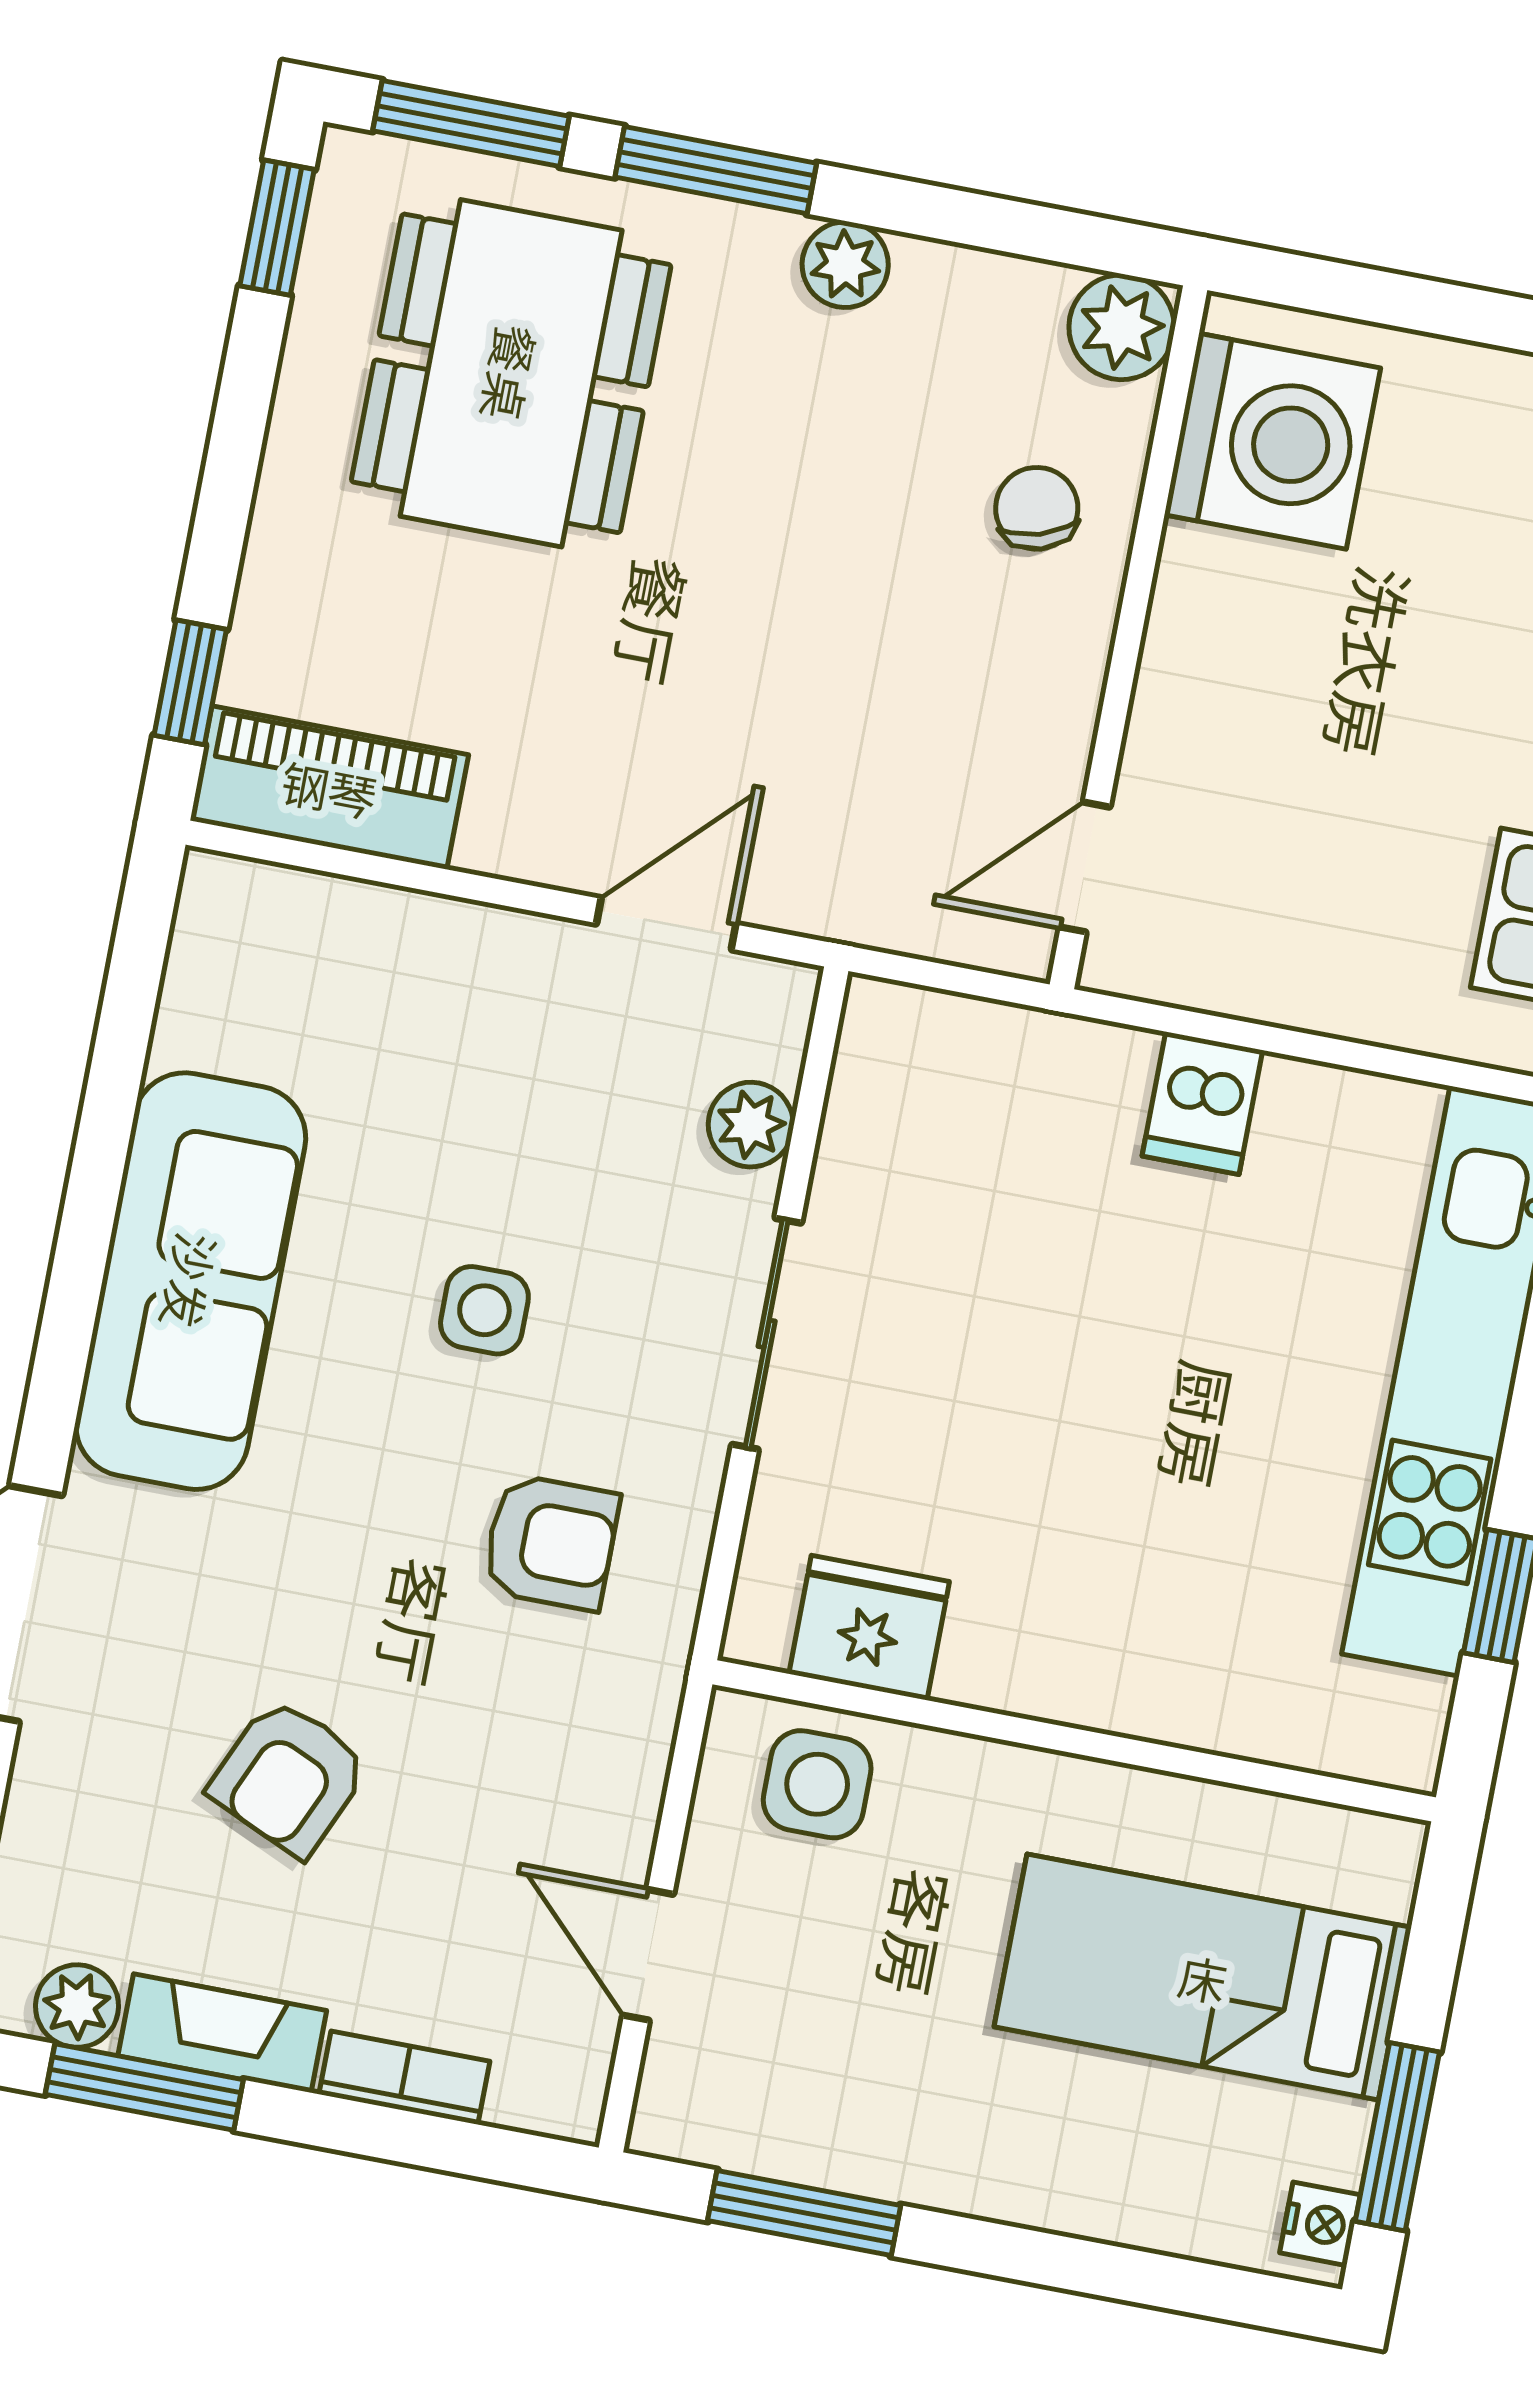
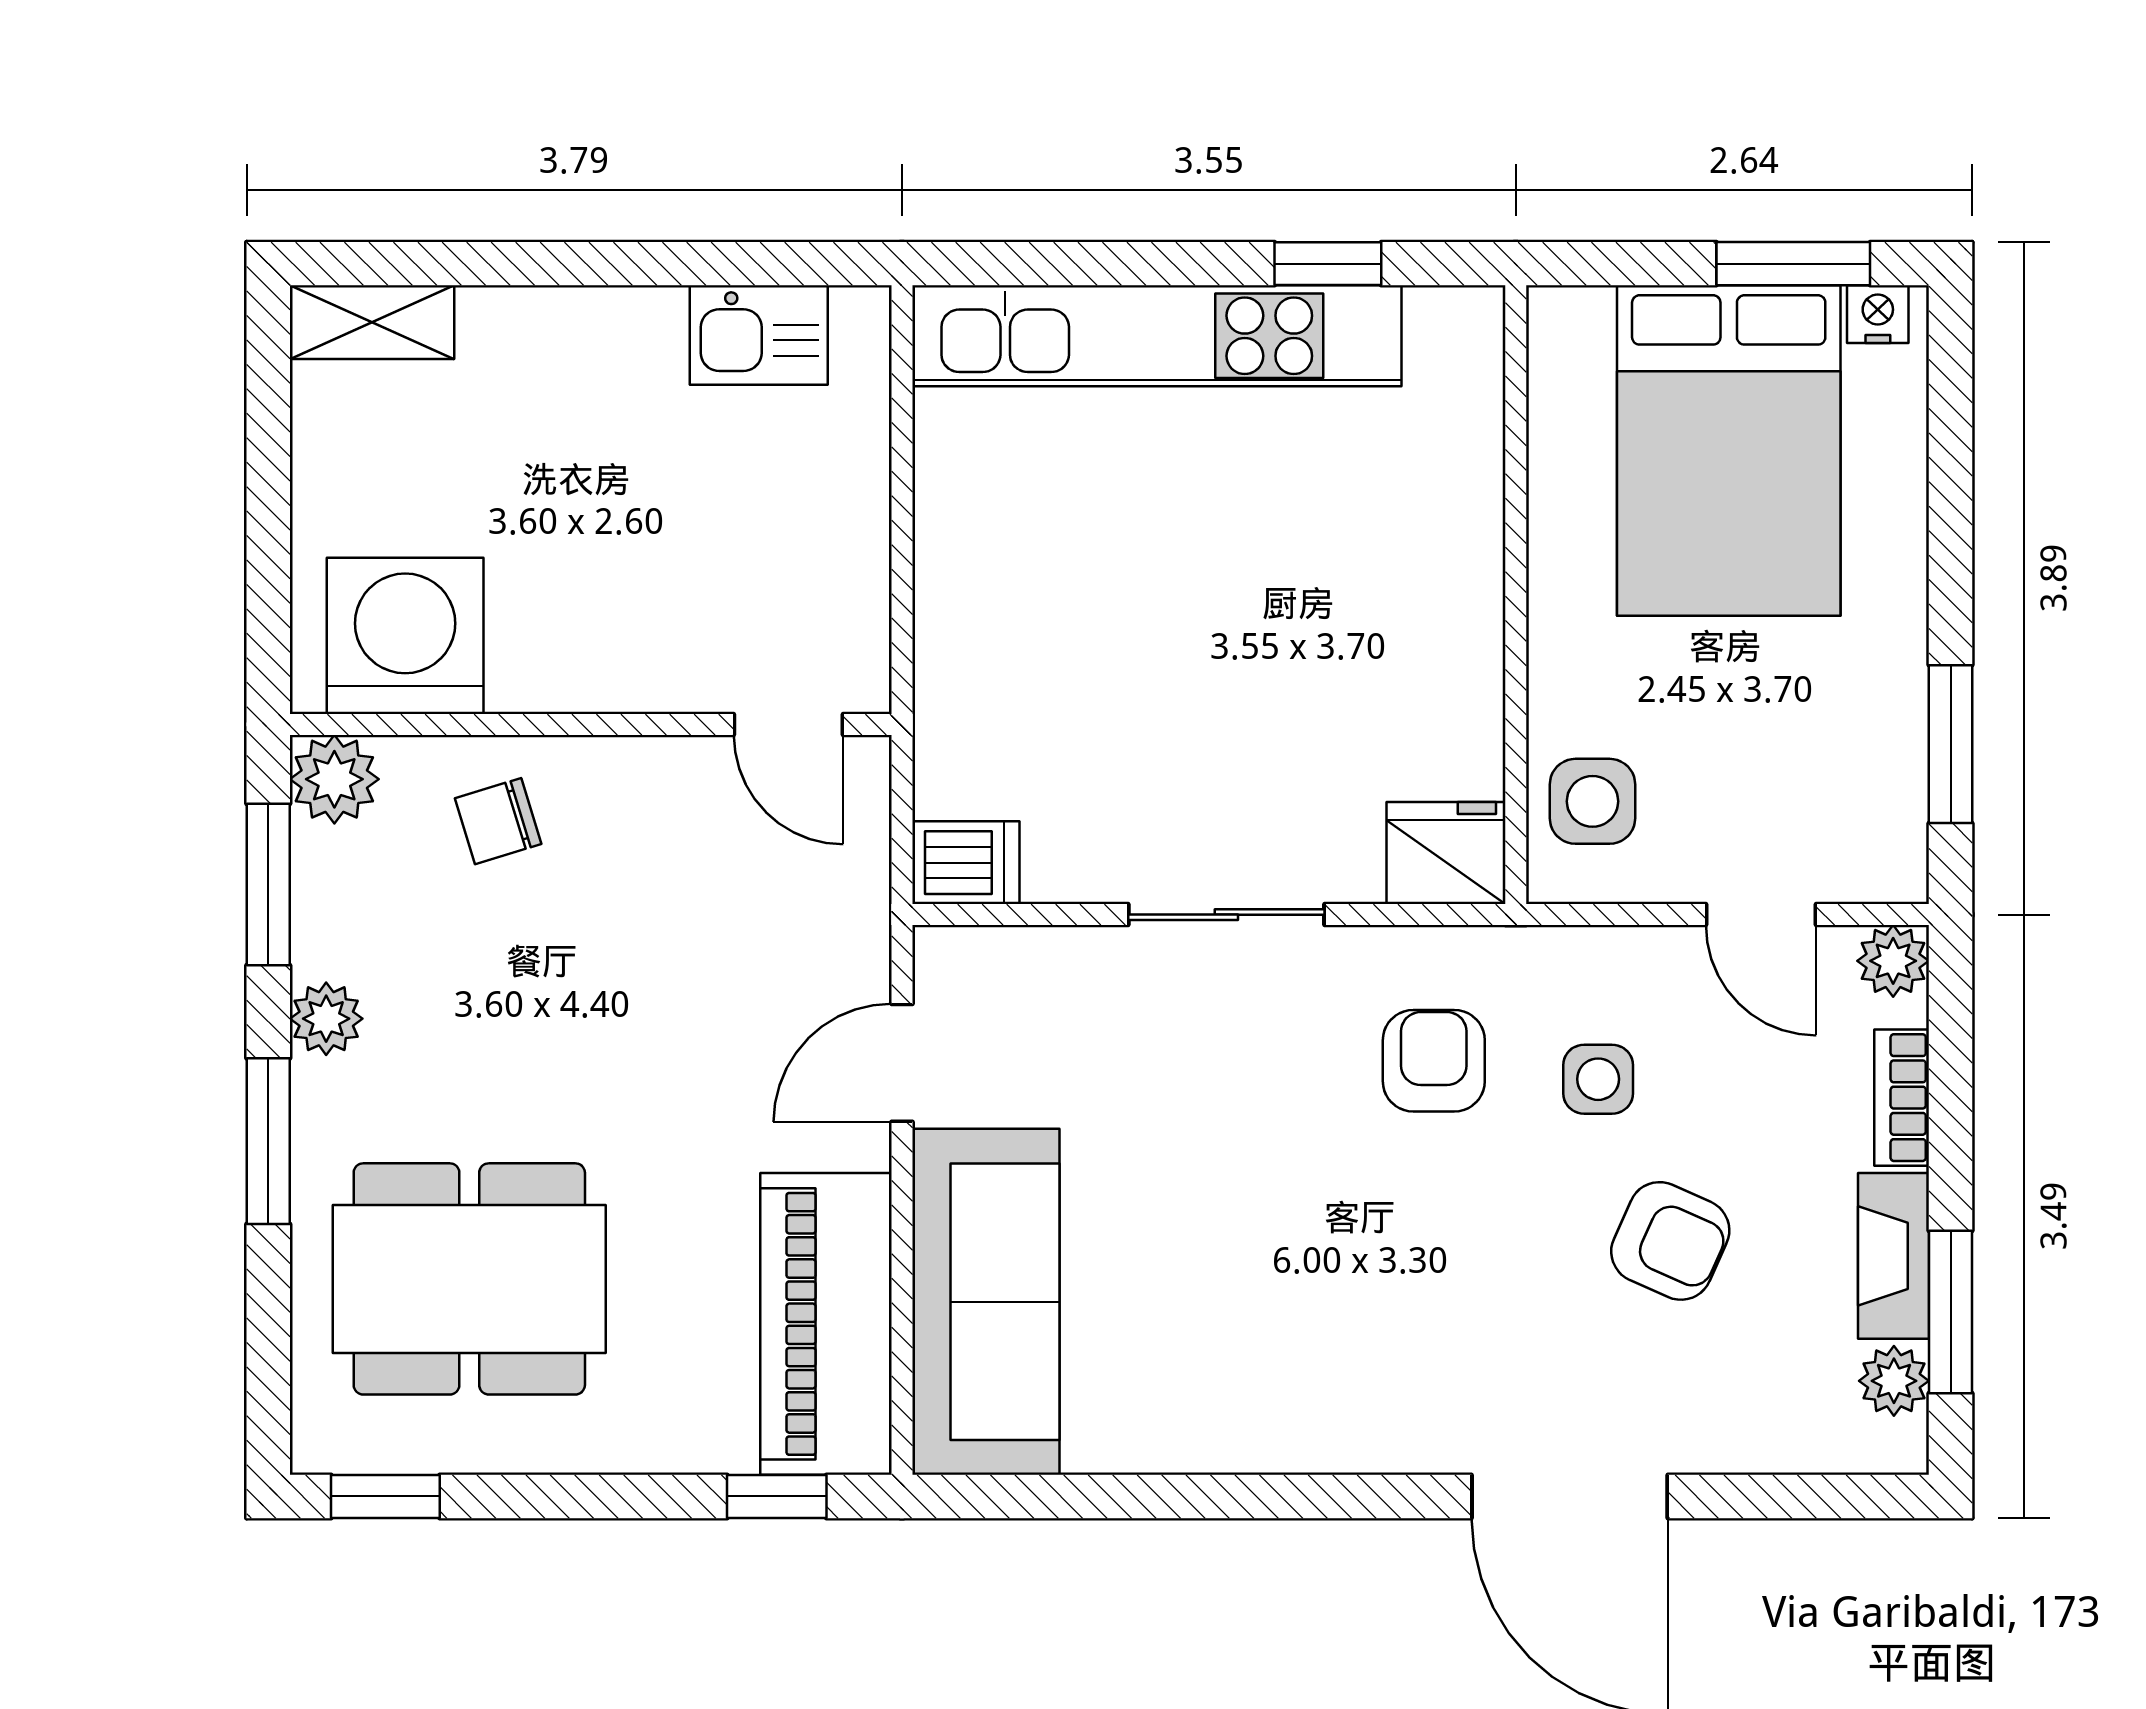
window: (471, 123) -> (268, 885), moved
piano: (329, 788) -> (826, 1324), width x1.37, depth x1.33
door: (666, 924) -> (902, 1063), hinge flipped
dishwasher: (1202, 1103) -> (966, 863), moved
plant: (751, 1125) -> (1893, 961), moved
sofa: (191, 1281) -> (986, 1302), moved, turned 90
side table: (484, 1310) -> (1598, 1079), moved
fridge: (869, 1628) -> (1446, 853), moved, turned 90
door: (648, 1955) -> (1761, 915), hinge flipped
bed: (1203, 1977) -> (1729, 451), width x1.50

